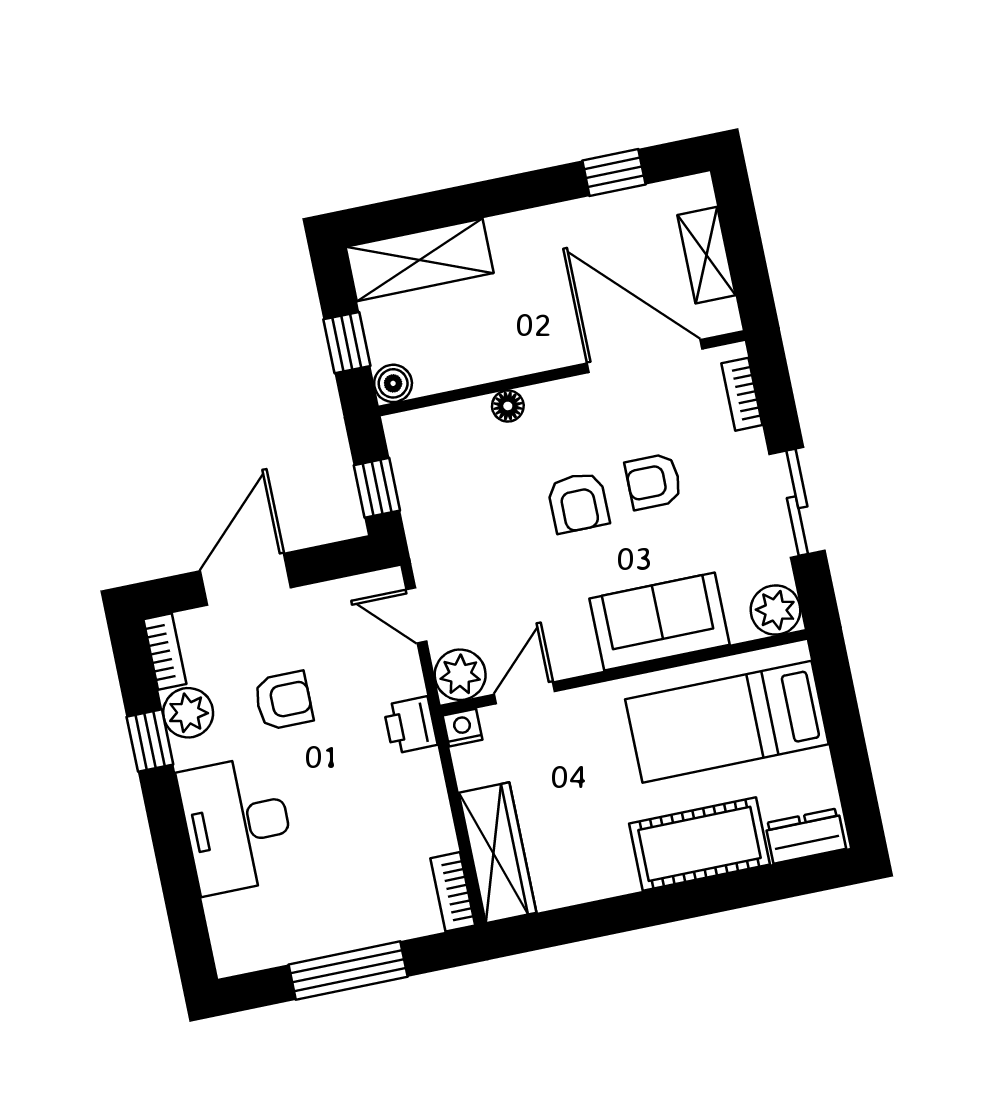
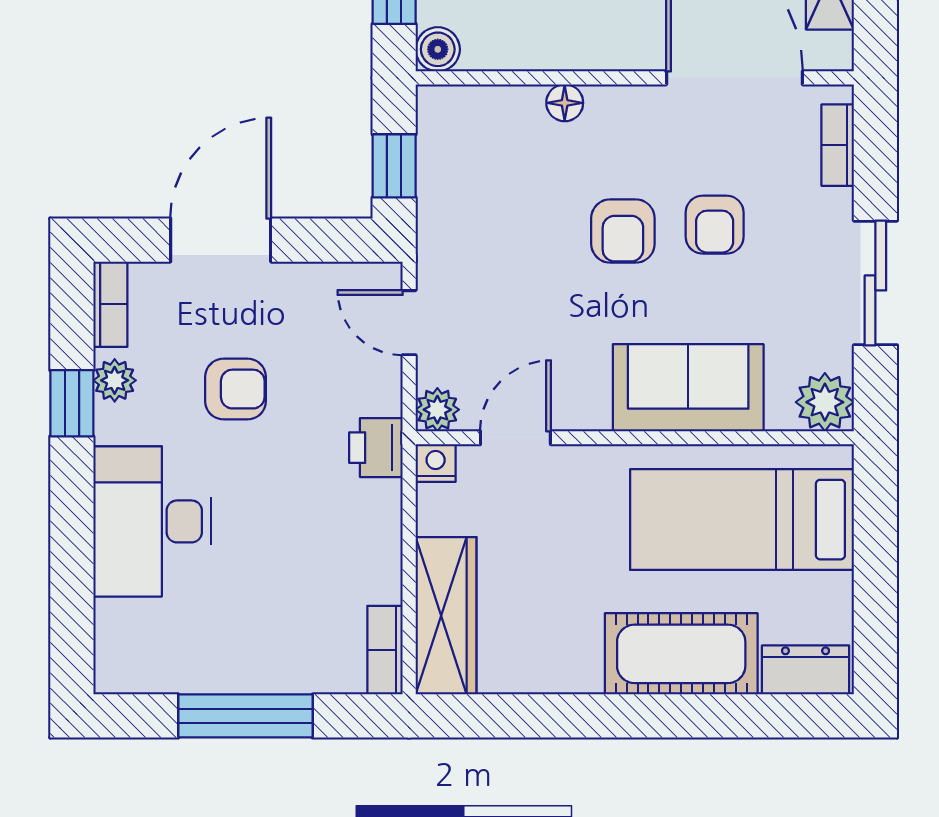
armchair: (653, 481) -> (715, 225), turned -90
plant: (460, 675) -> (437, 410), width x0.73, depth x0.73
plant: (188, 713) -> (115, 380), width x0.73, depth x0.73

